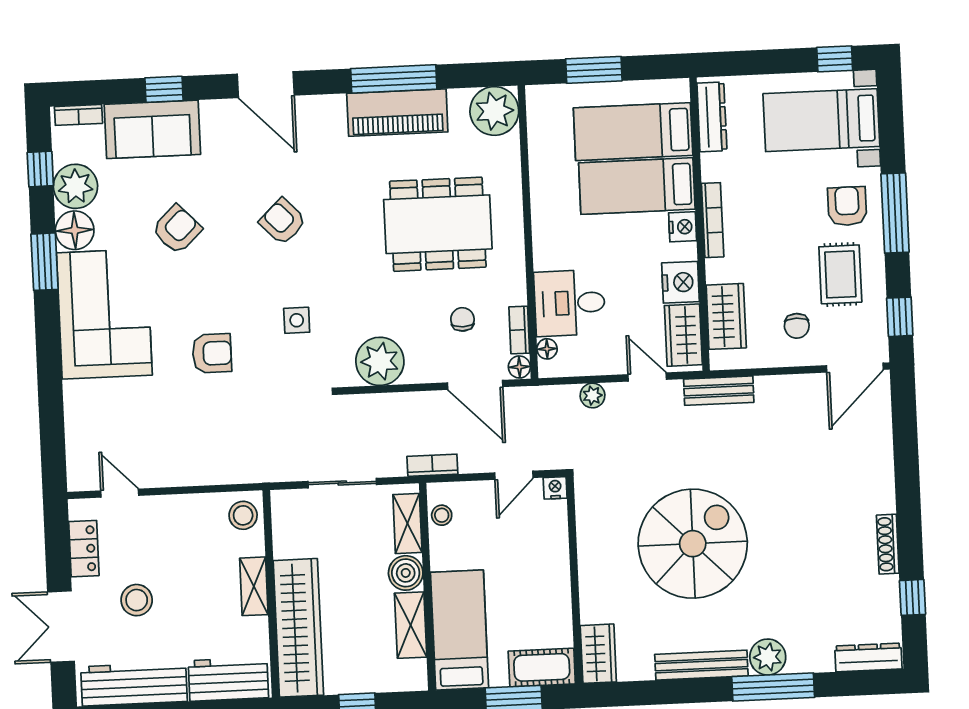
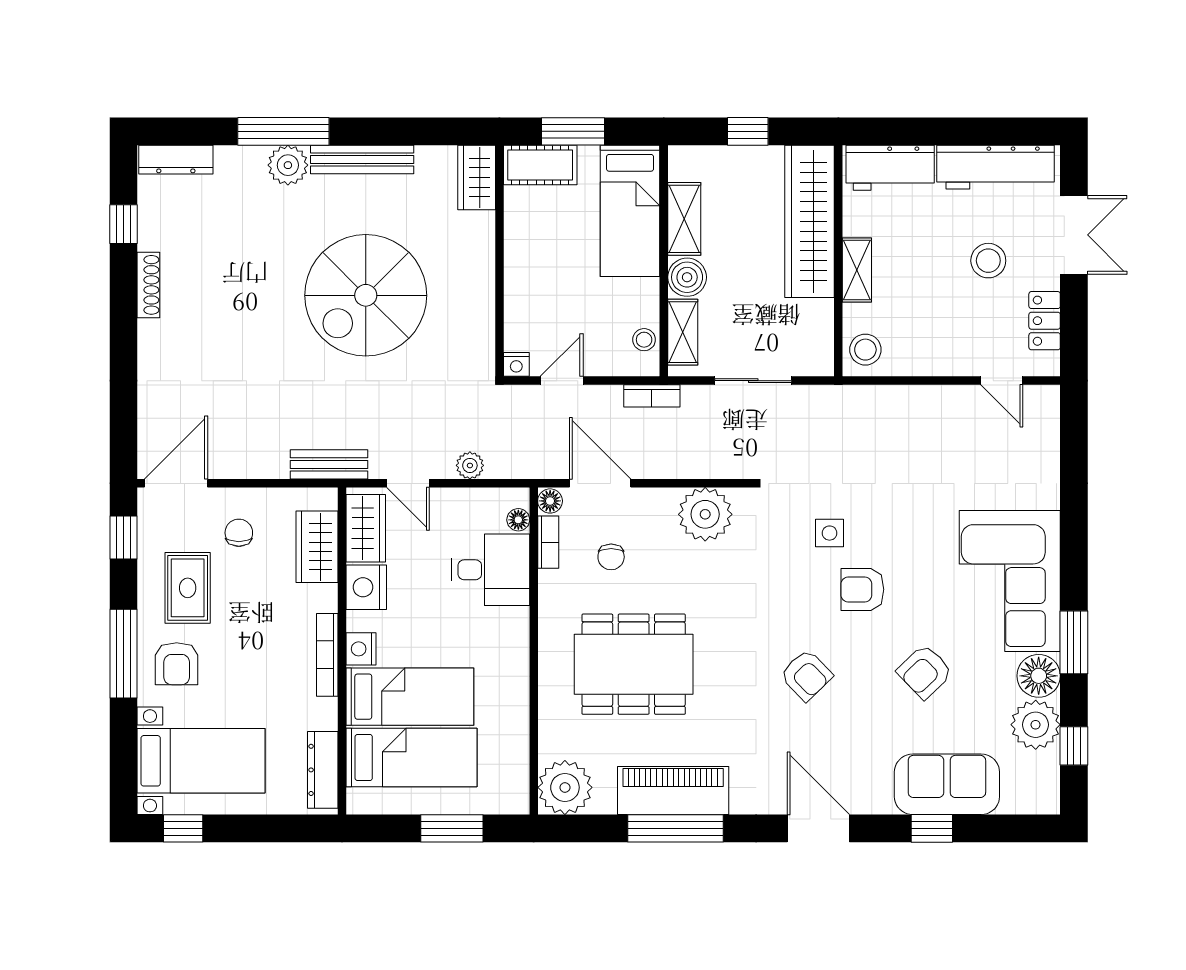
bookcase: (79, 115) -> (1029, 804), removed
side table: (297, 320) -> (830, 533), moved
armchair: (212, 353) -> (862, 589), moved

